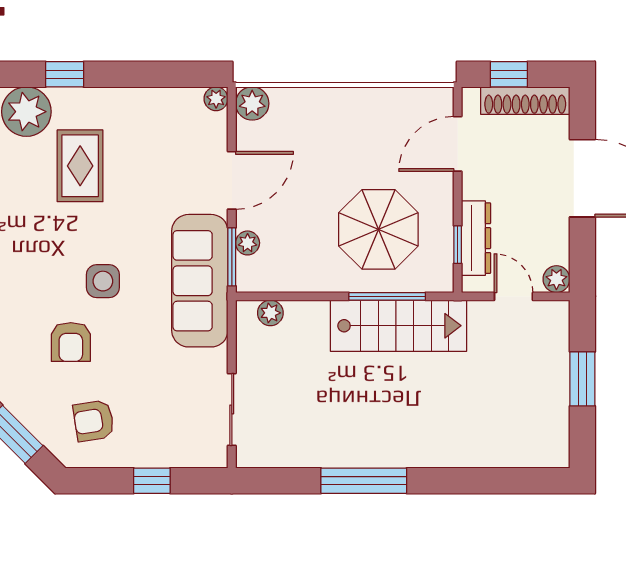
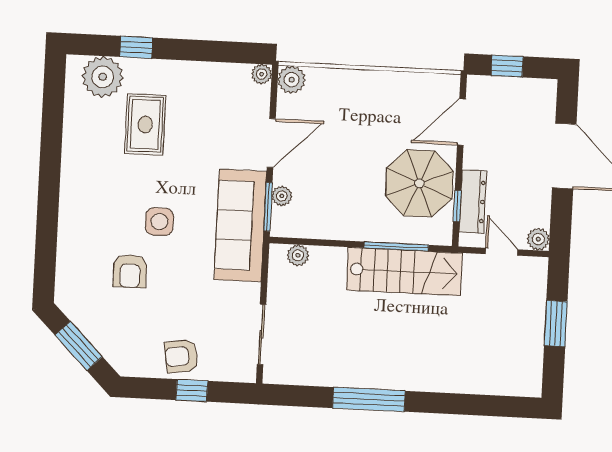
shoe rack: (525, 101) -> (520, 89), removed
parasol: (378, 229) -> (419, 183), moved
armchair: (94, 421) -> (181, 356), moved

